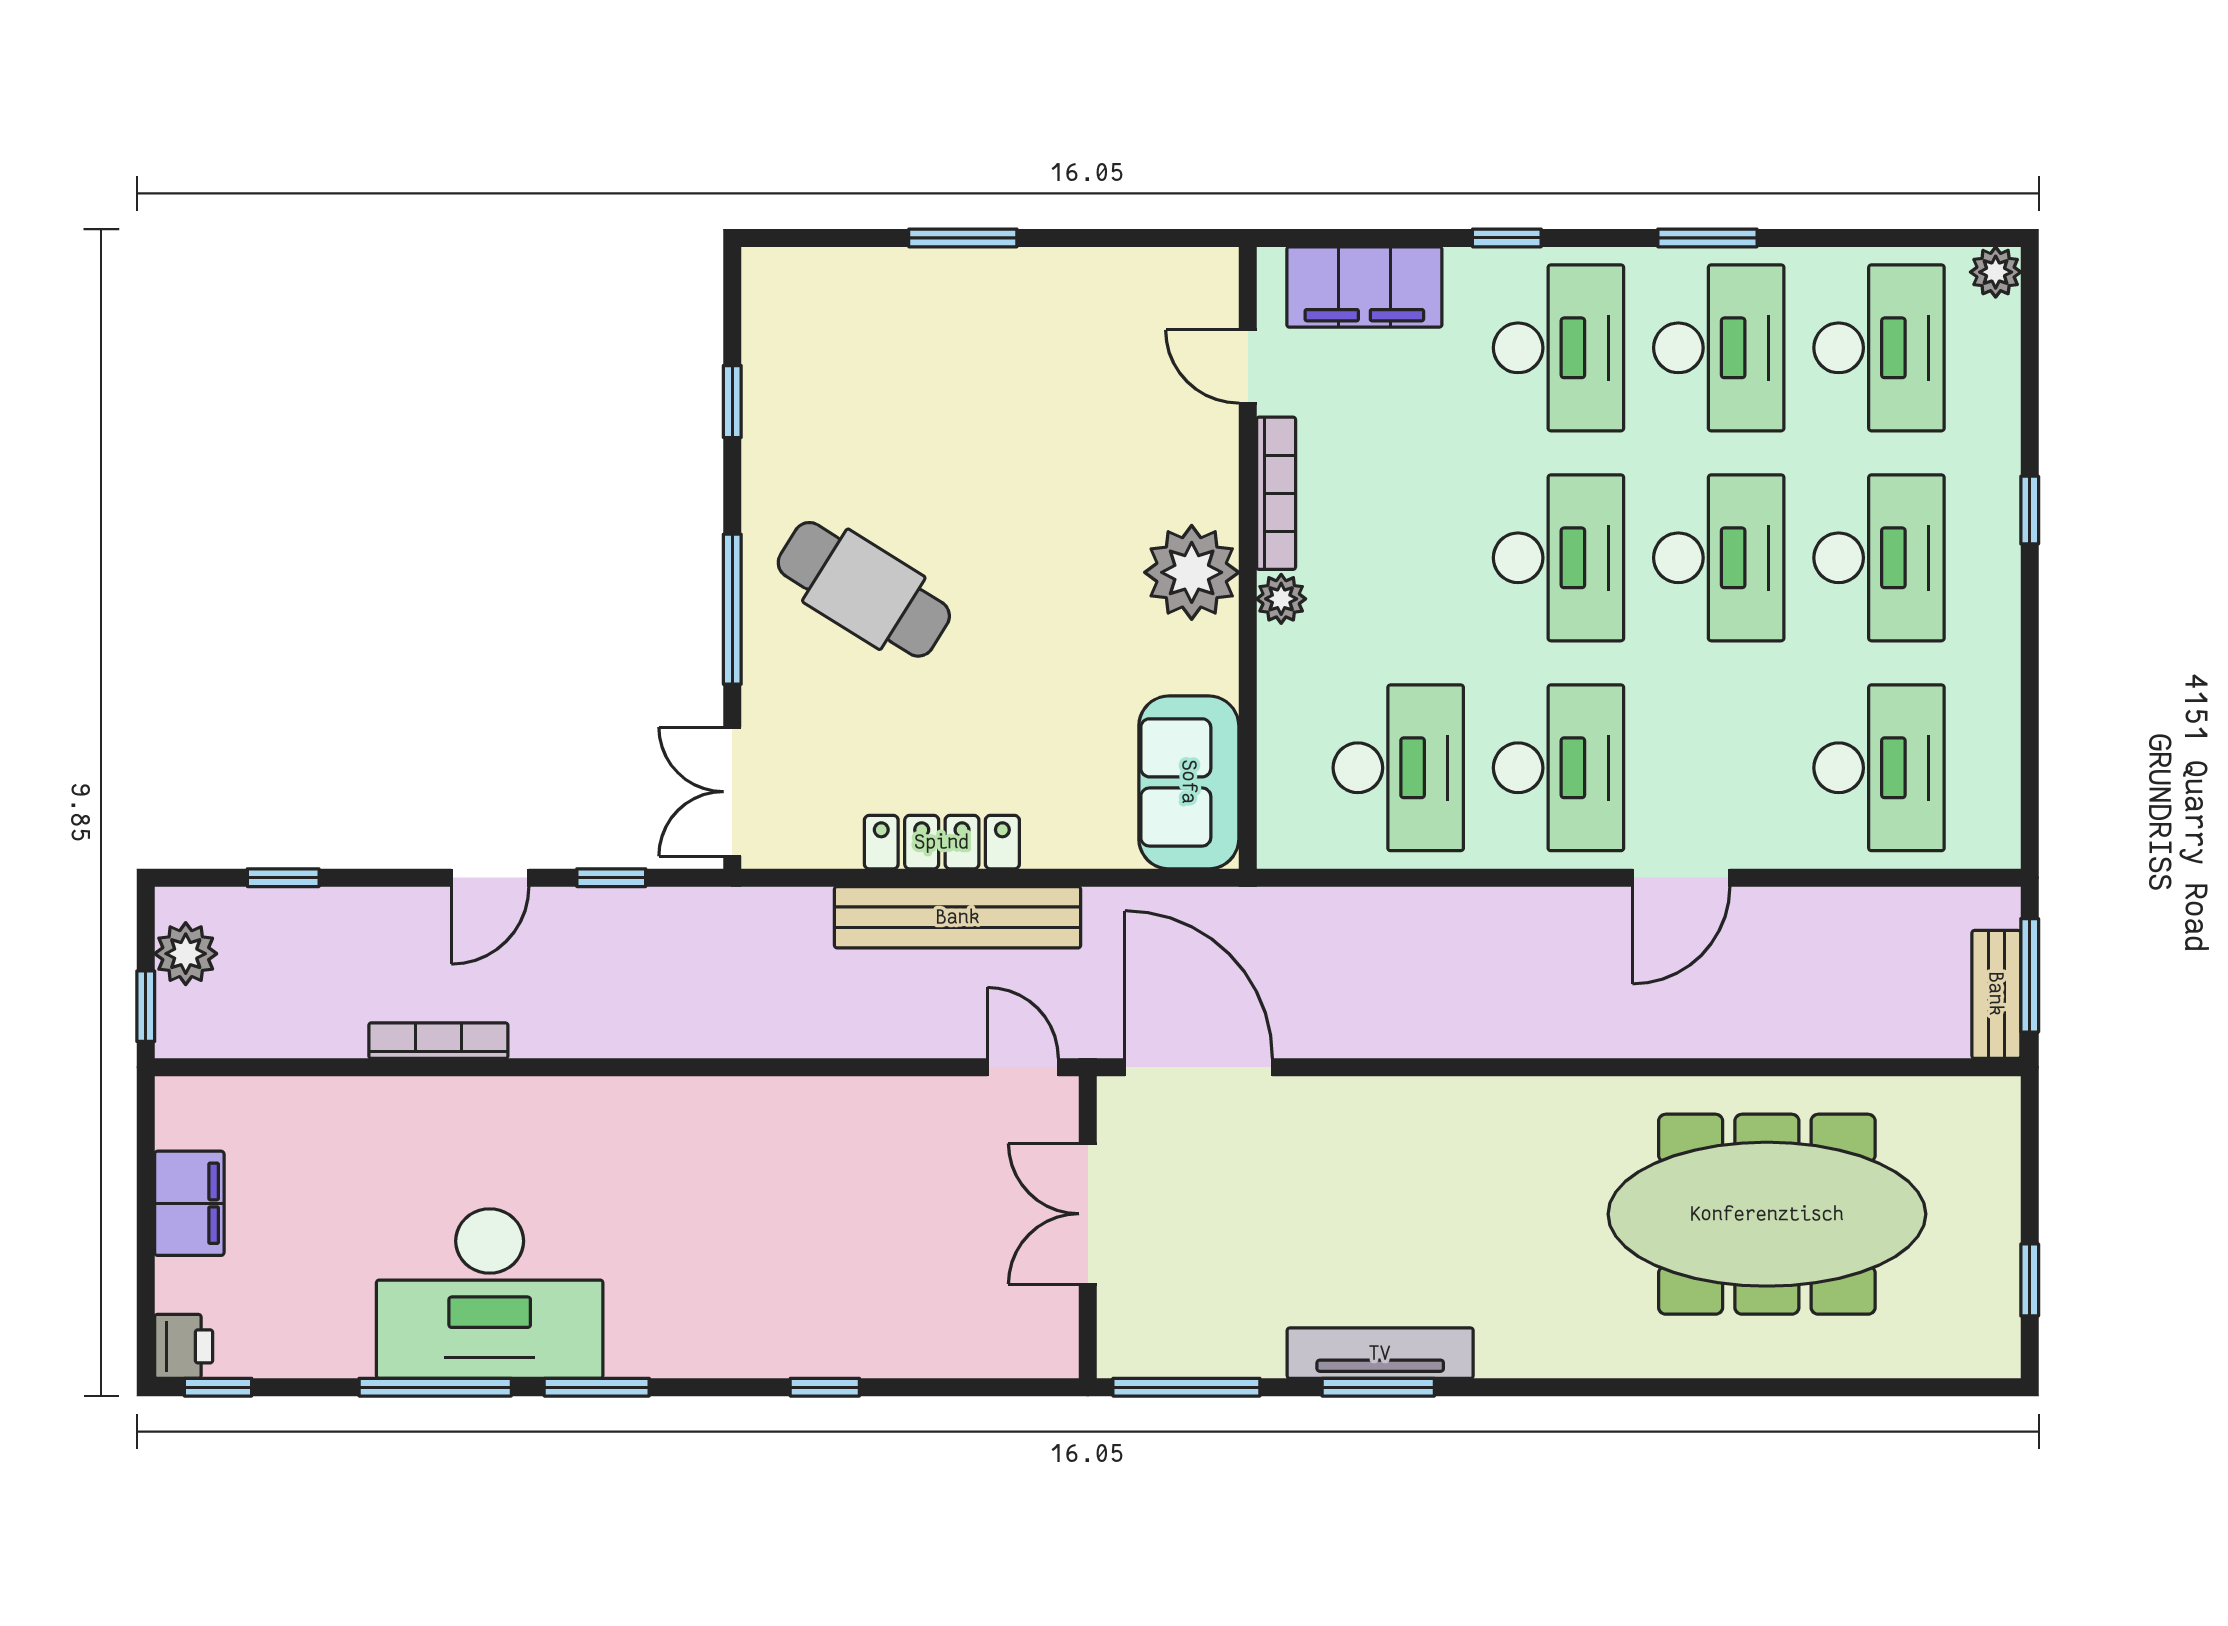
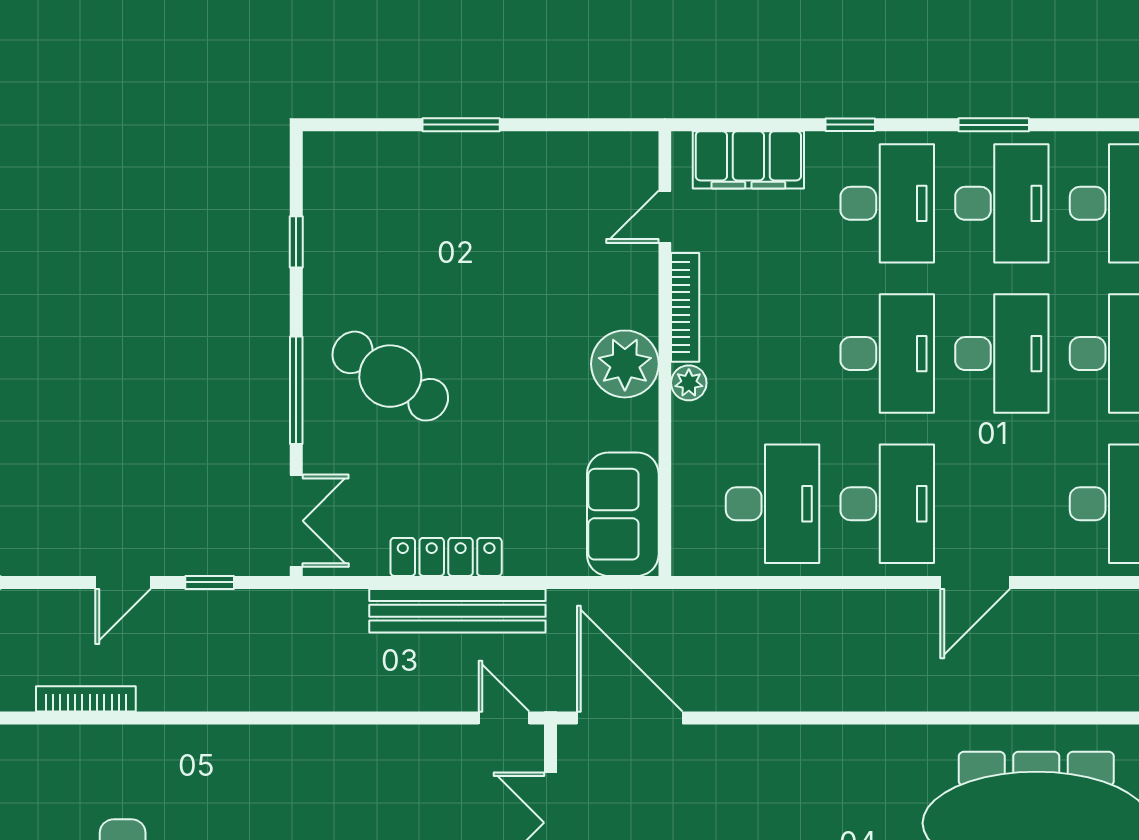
door: (1248, 367) -> (665, 217), hinge flipped
double door: (732, 792) -> (296, 521), swing flipped

